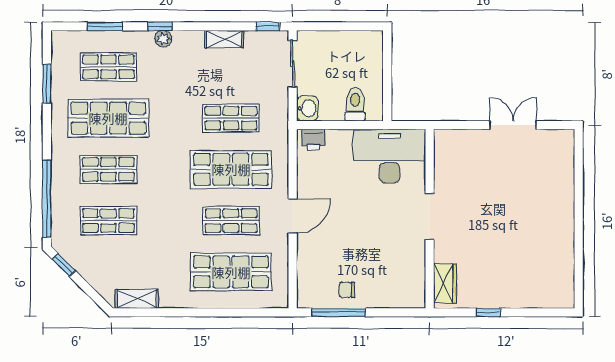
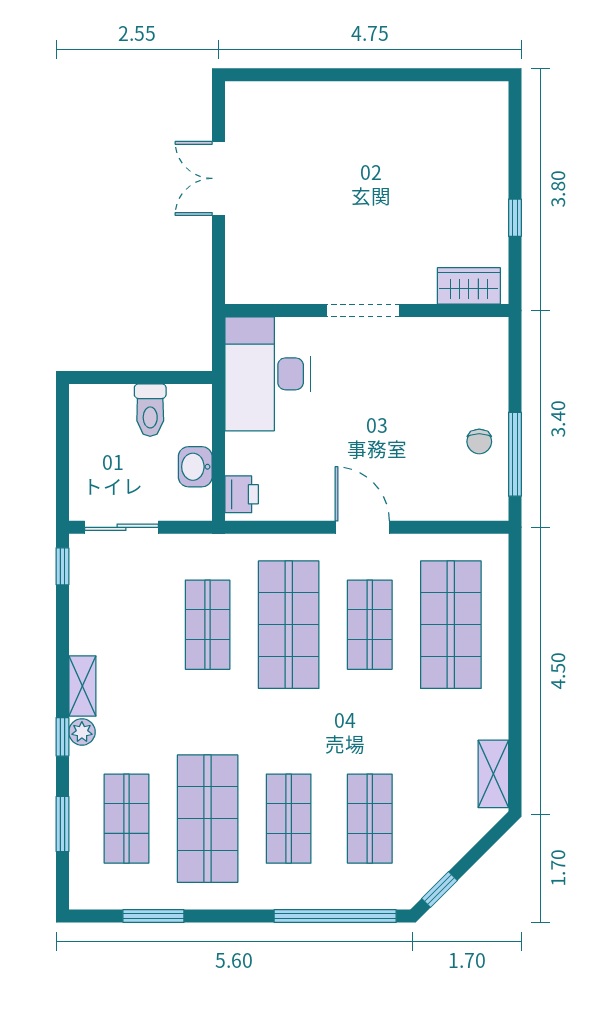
shelving: (224, 39) -> (82, 686), moved
toilet: (355, 104) -> (150, 410), moved, turned -90
washbasin: (307, 108) -> (195, 467), moved, turned -90

